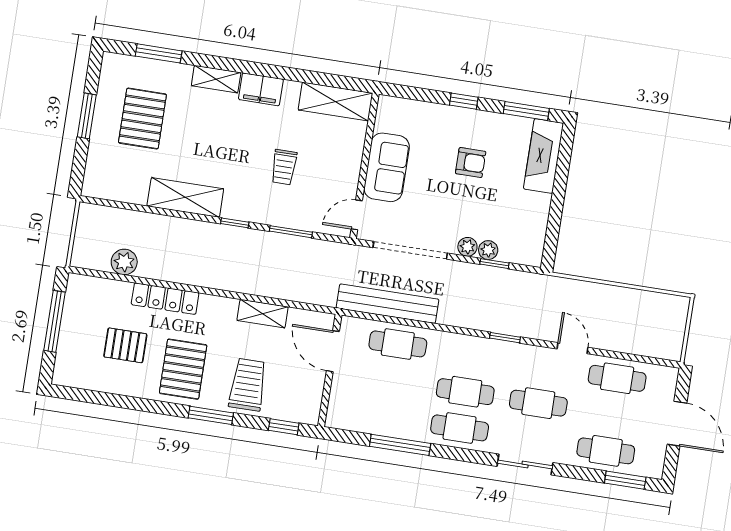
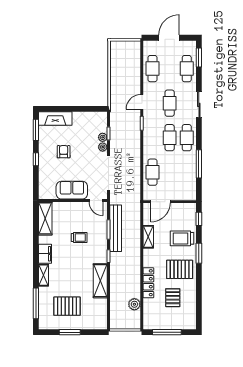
window: (159, 53) -> (36, 303), width x1.44
bench: (388, 304) -> (116, 228), moved
door: (572, 348) -> (142, 102), moved

